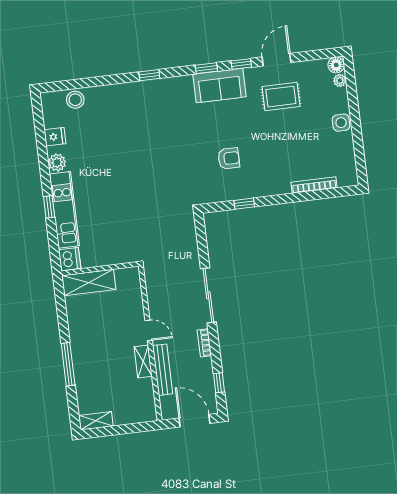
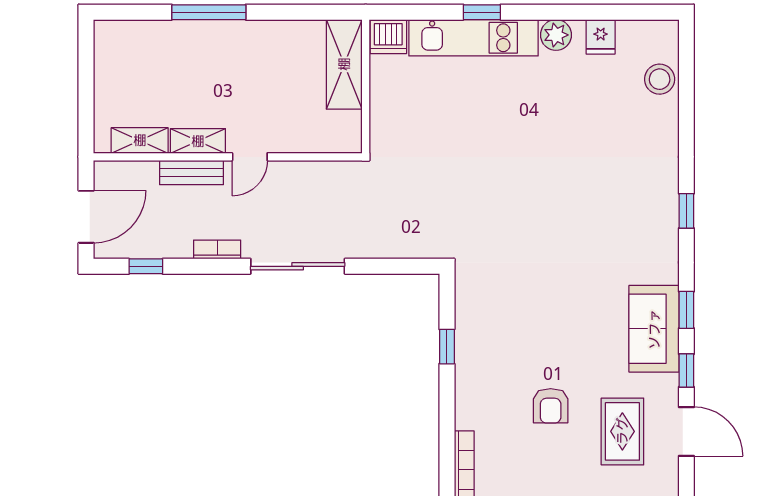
armchair: (229, 158) -> (551, 406), moved
bench: (163, 370) -> (192, 173), width x0.73
shelving: (96, 421) -> (140, 140), moved, turned 90

